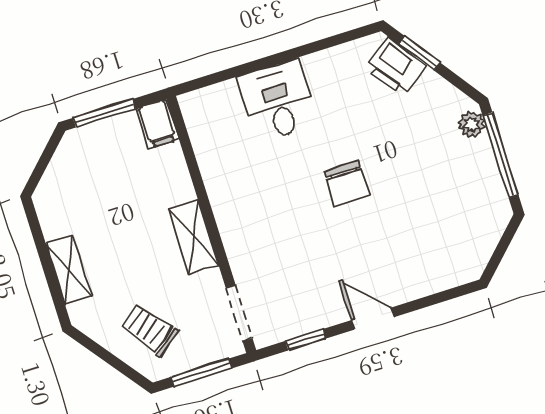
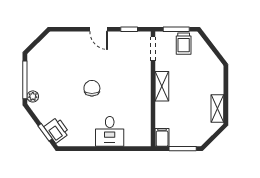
shelving: (69, 270) -> (217, 109), moved
trolley: (149, 329) -> (184, 44), moved, turned 37

